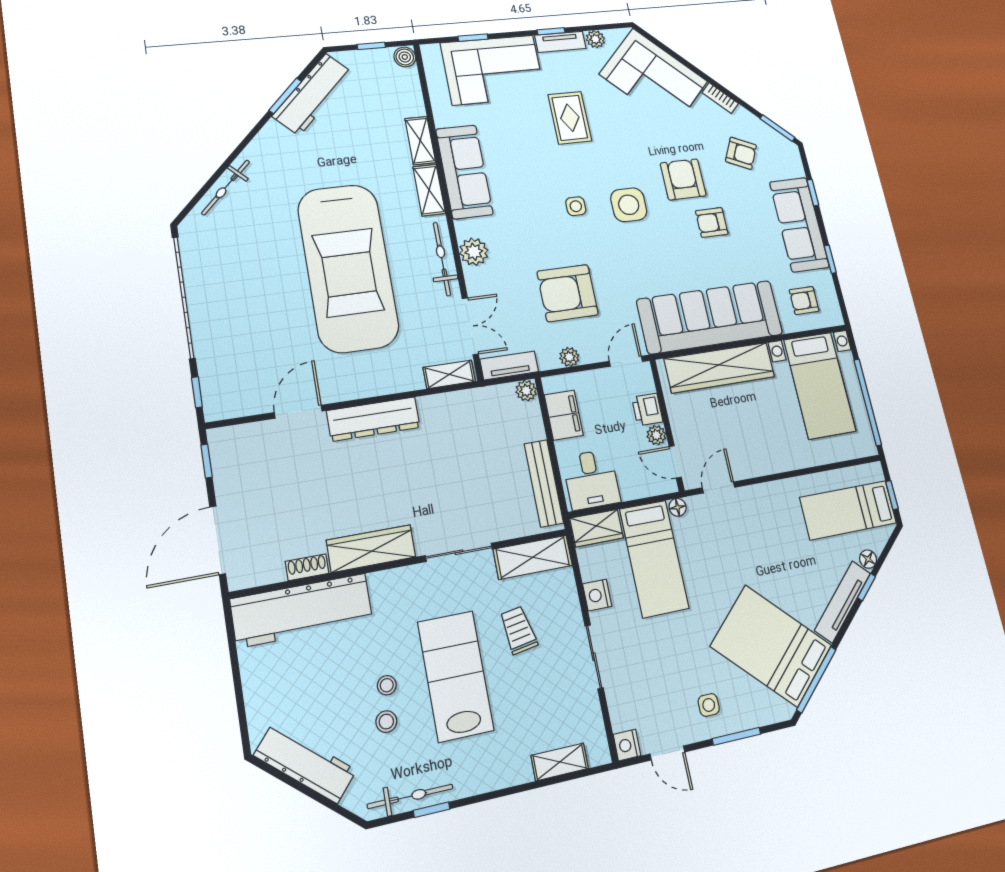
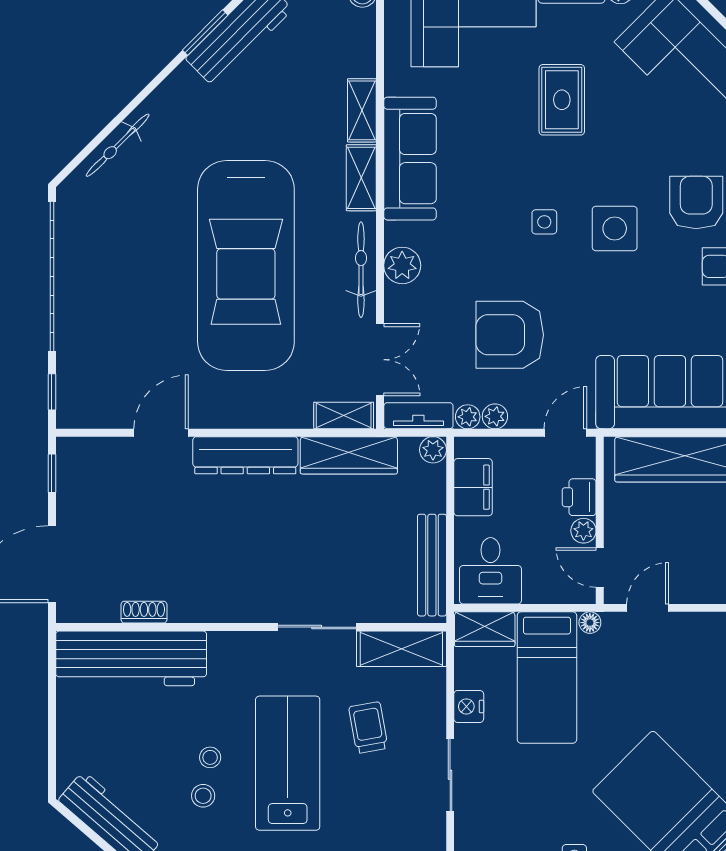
plant: (548, 360) -> (468, 417), added
wardrobe: (371, 549) -> (349, 455), moved, turned 180

